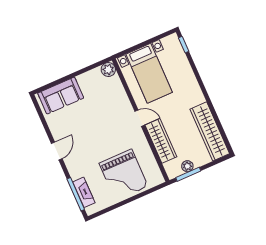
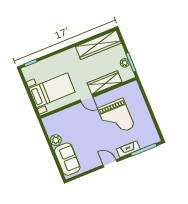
plant: (108, 70) -> (56, 140), moved
door: (140, 118) -> (87, 99), swing flipped
grand piano: (124, 175) -> (116, 118), moved, turned 90
fireplace: (84, 192) -> (128, 149), moved

